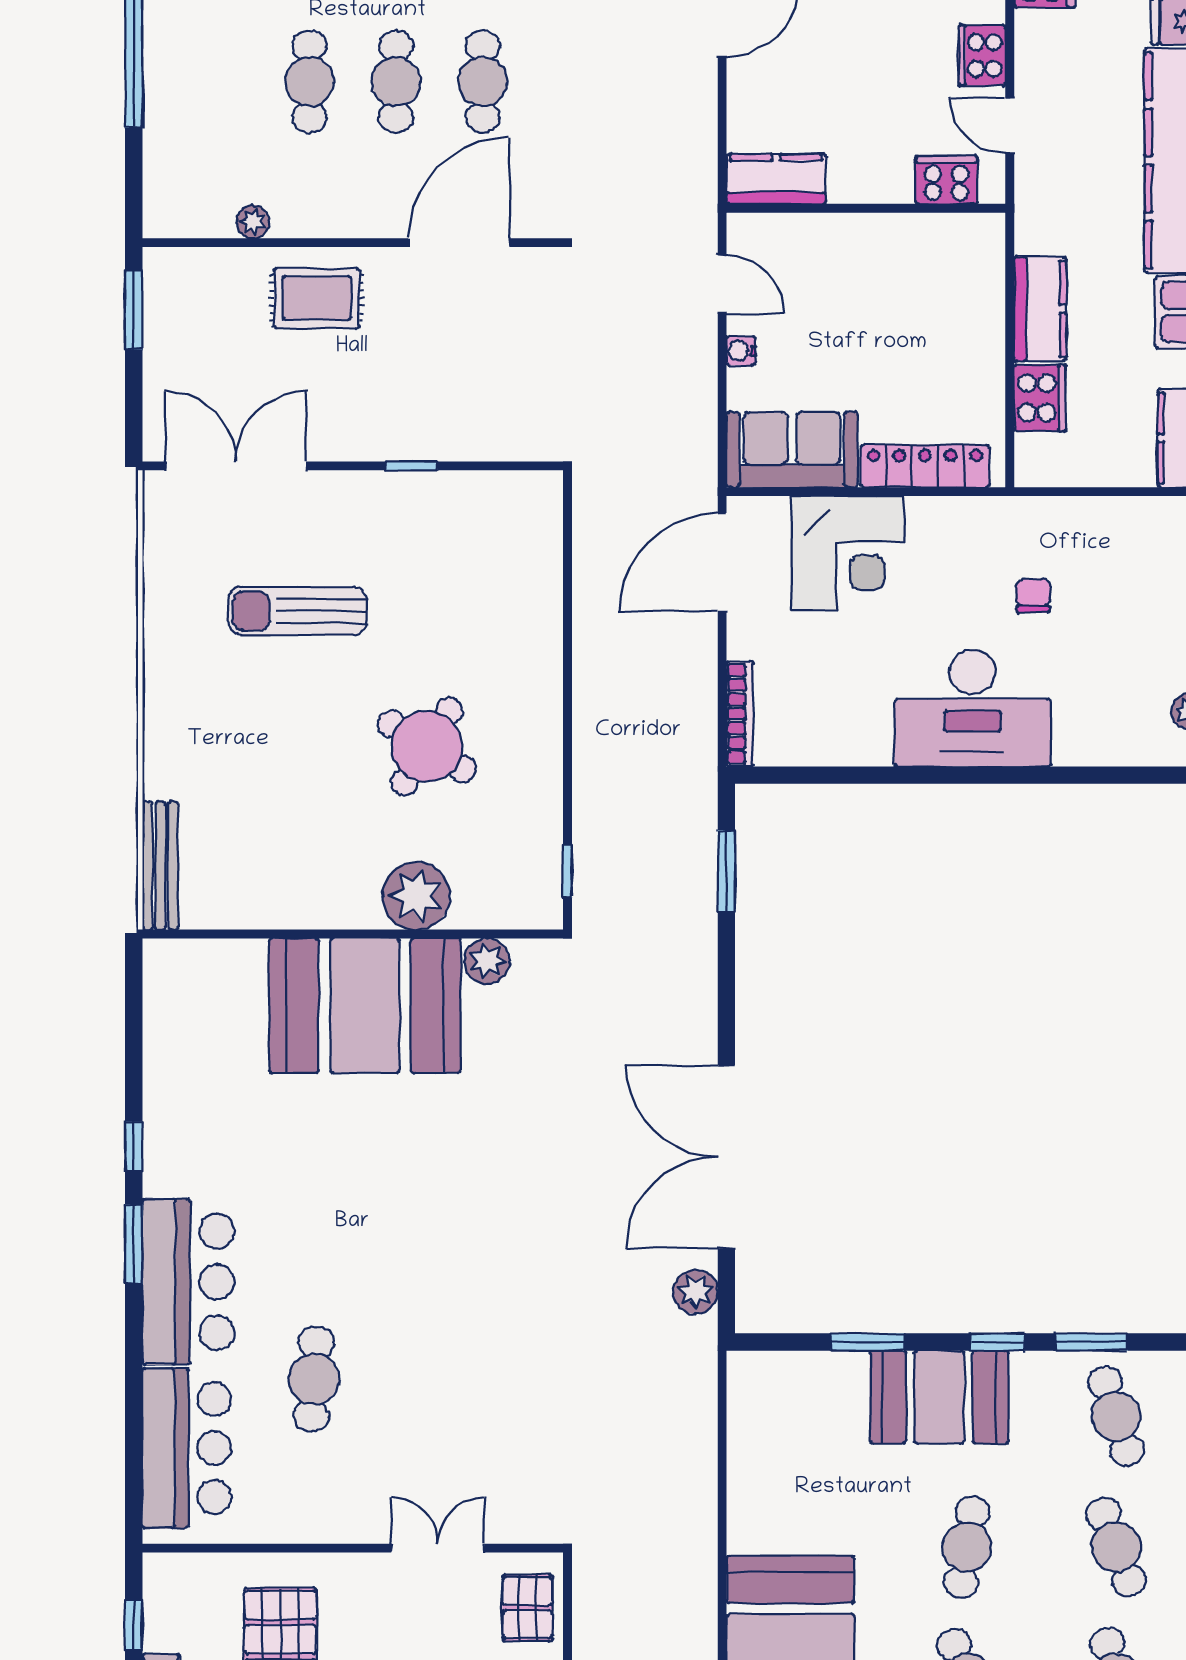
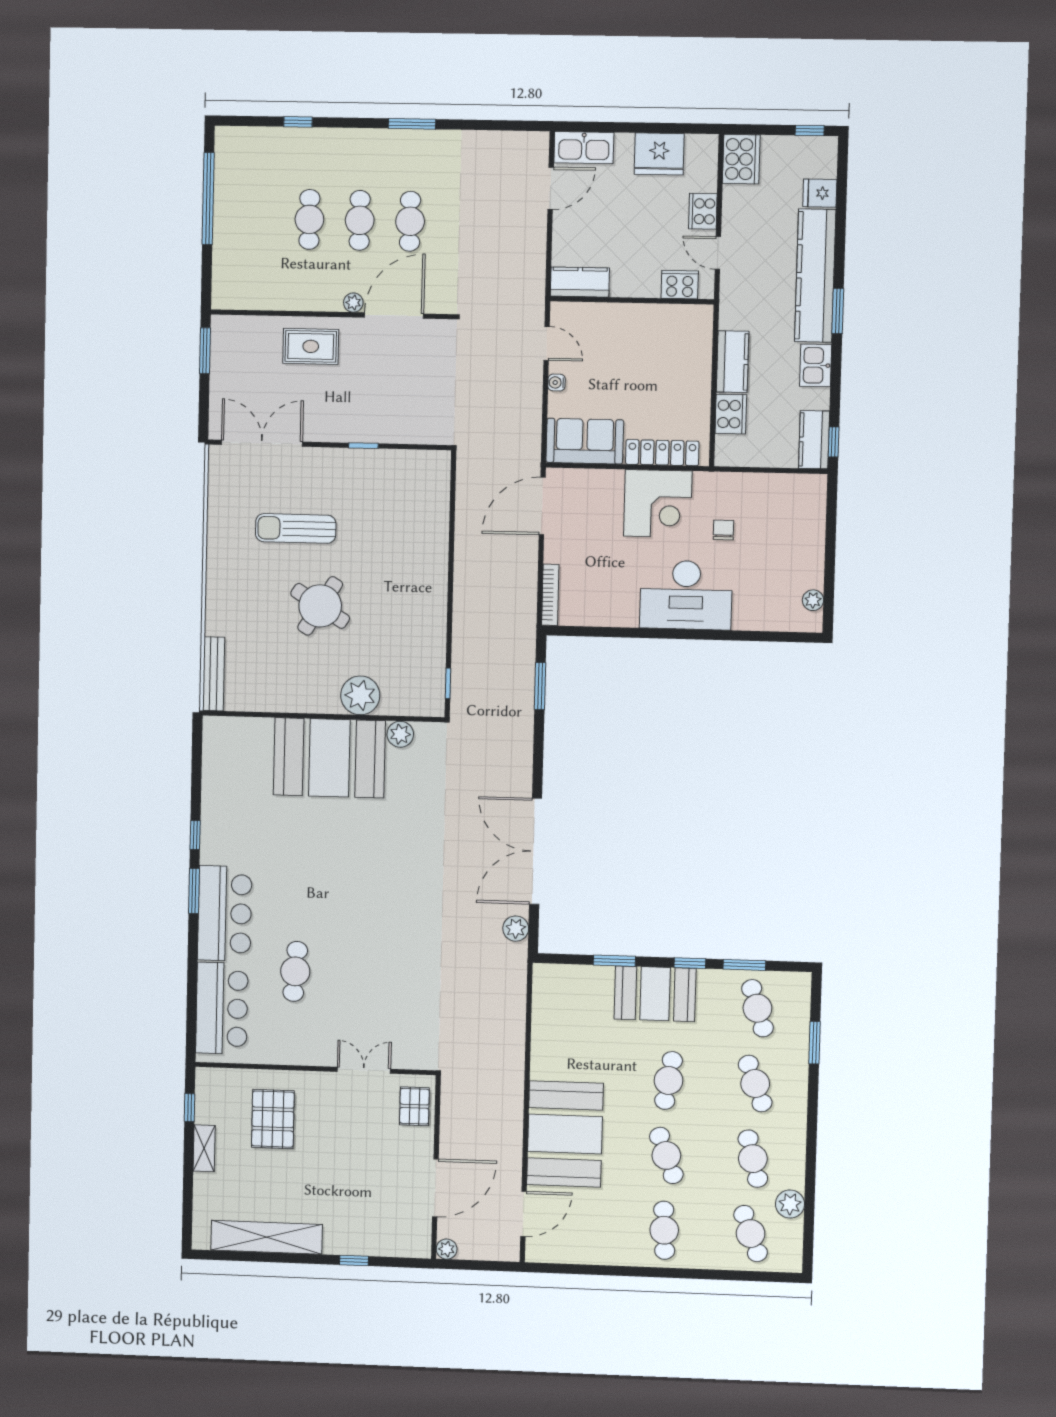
plant: (253, 222) -> (353, 303), moved
corner desk: (848, 553) -> (658, 504), moved
round table: (427, 746) -> (320, 606), moved

